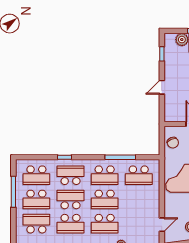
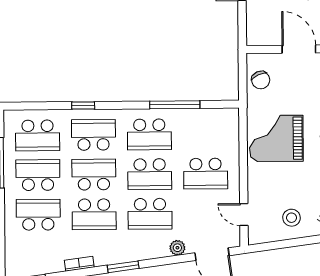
school desk: (139, 175) -> (206, 174), moved
school desk: (36, 199) -> (38, 175), turned 180
door: (162, 225) -> (244, 215), swing flipped

